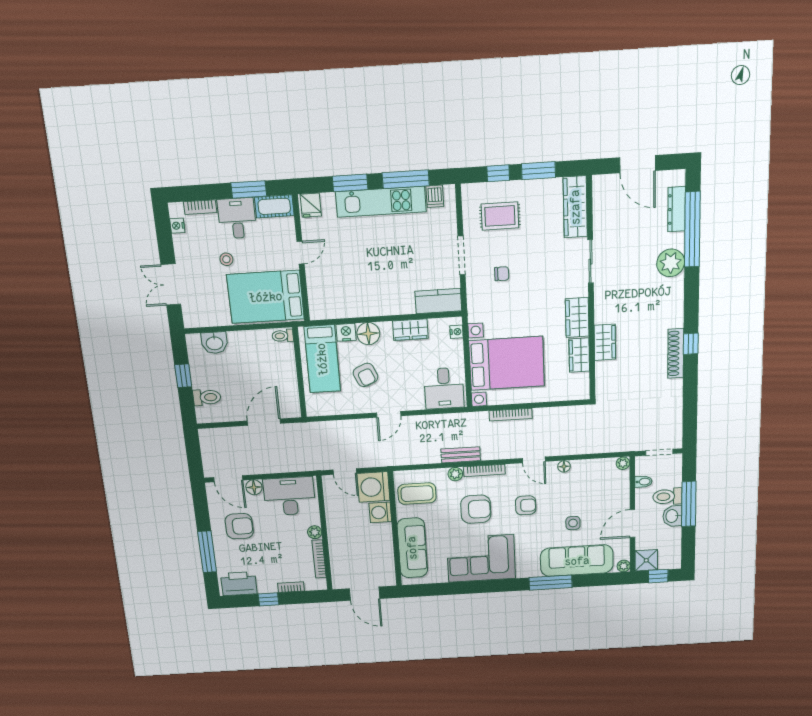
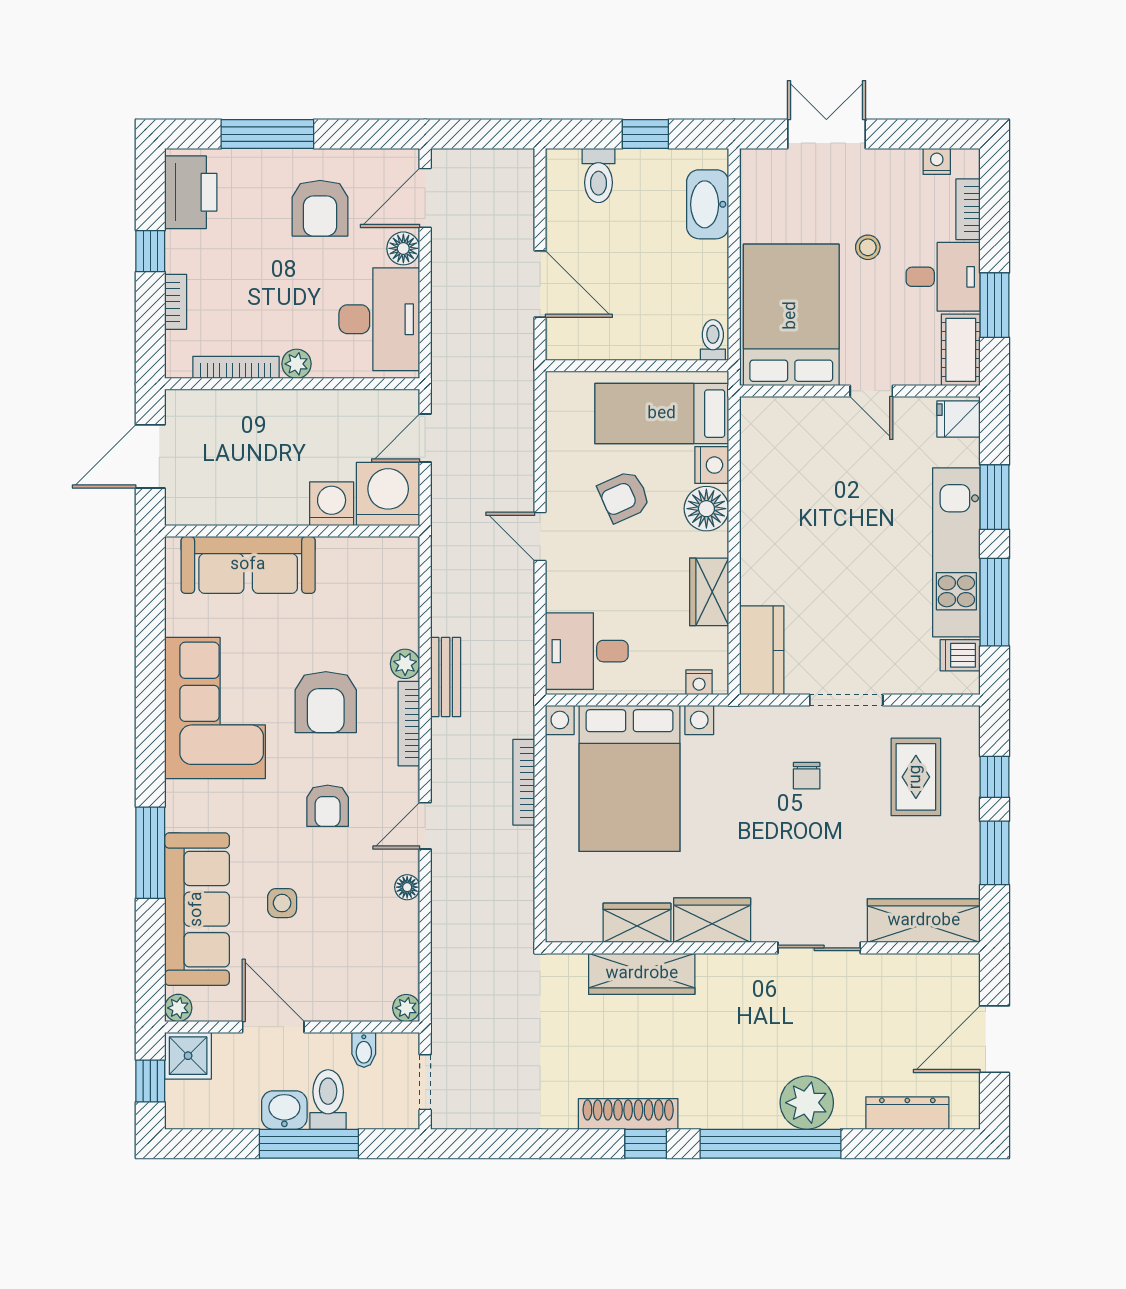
window: (692, 229) -> (771, 1144), moved
wardrobe: (605, 342) -> (642, 974), width x1.50
washbasin: (214, 343) -> (708, 204), width x1.38
coffee table: (417, 494) -> (368, 583), removed

